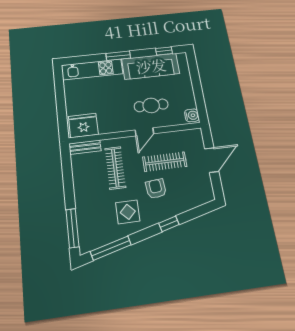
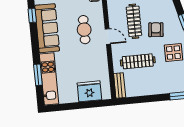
window: (118, 56) -> (38, 75), moved
fridge: (83, 125) -> (89, 91), moved, turned 90
armchair: (156, 189) -> (156, 30), turned 100

